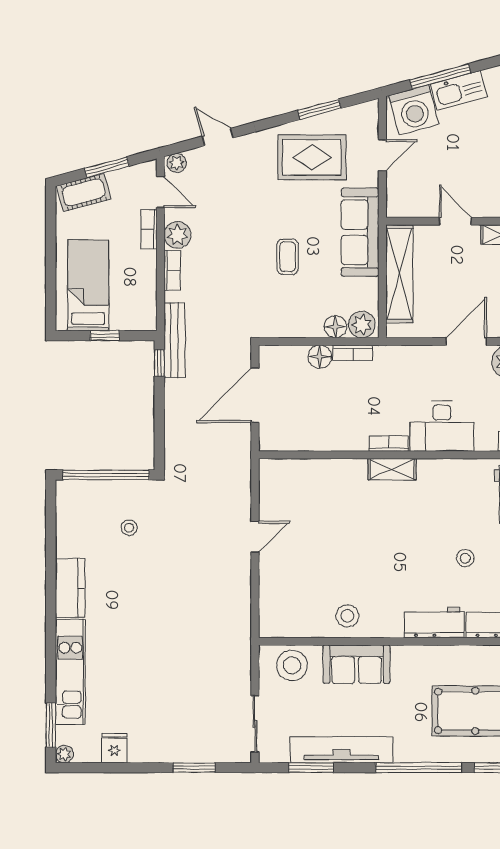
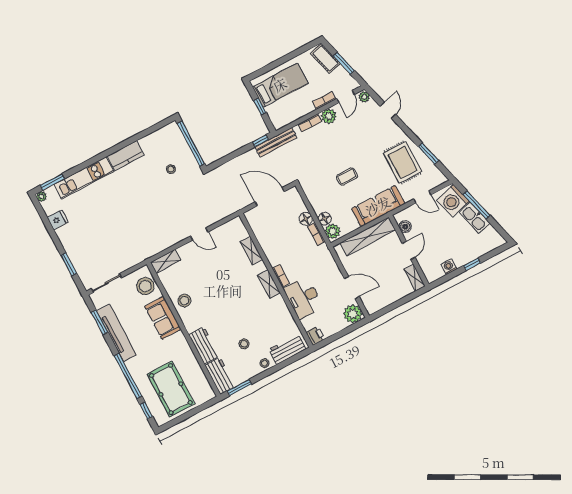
boiler: (415, 207) -> (405, 227), added
shelving: (325, 469) -> (251, 251), added
shelving: (270, 613) -> (165, 261), added

